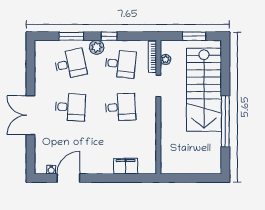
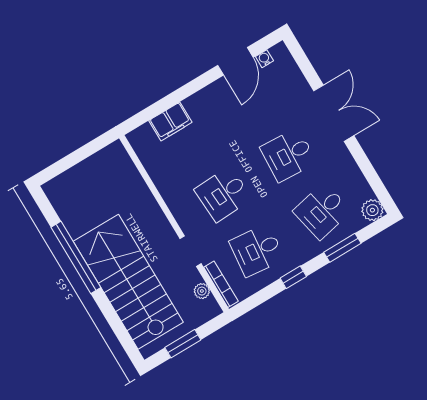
plant: (97, 47) -> (372, 210), moved

